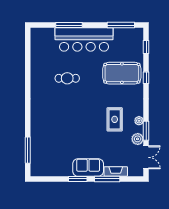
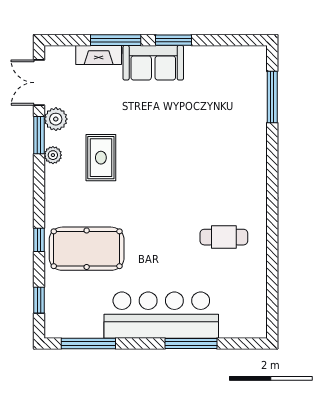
cafe table: (67, 78) -> (224, 237), moved

